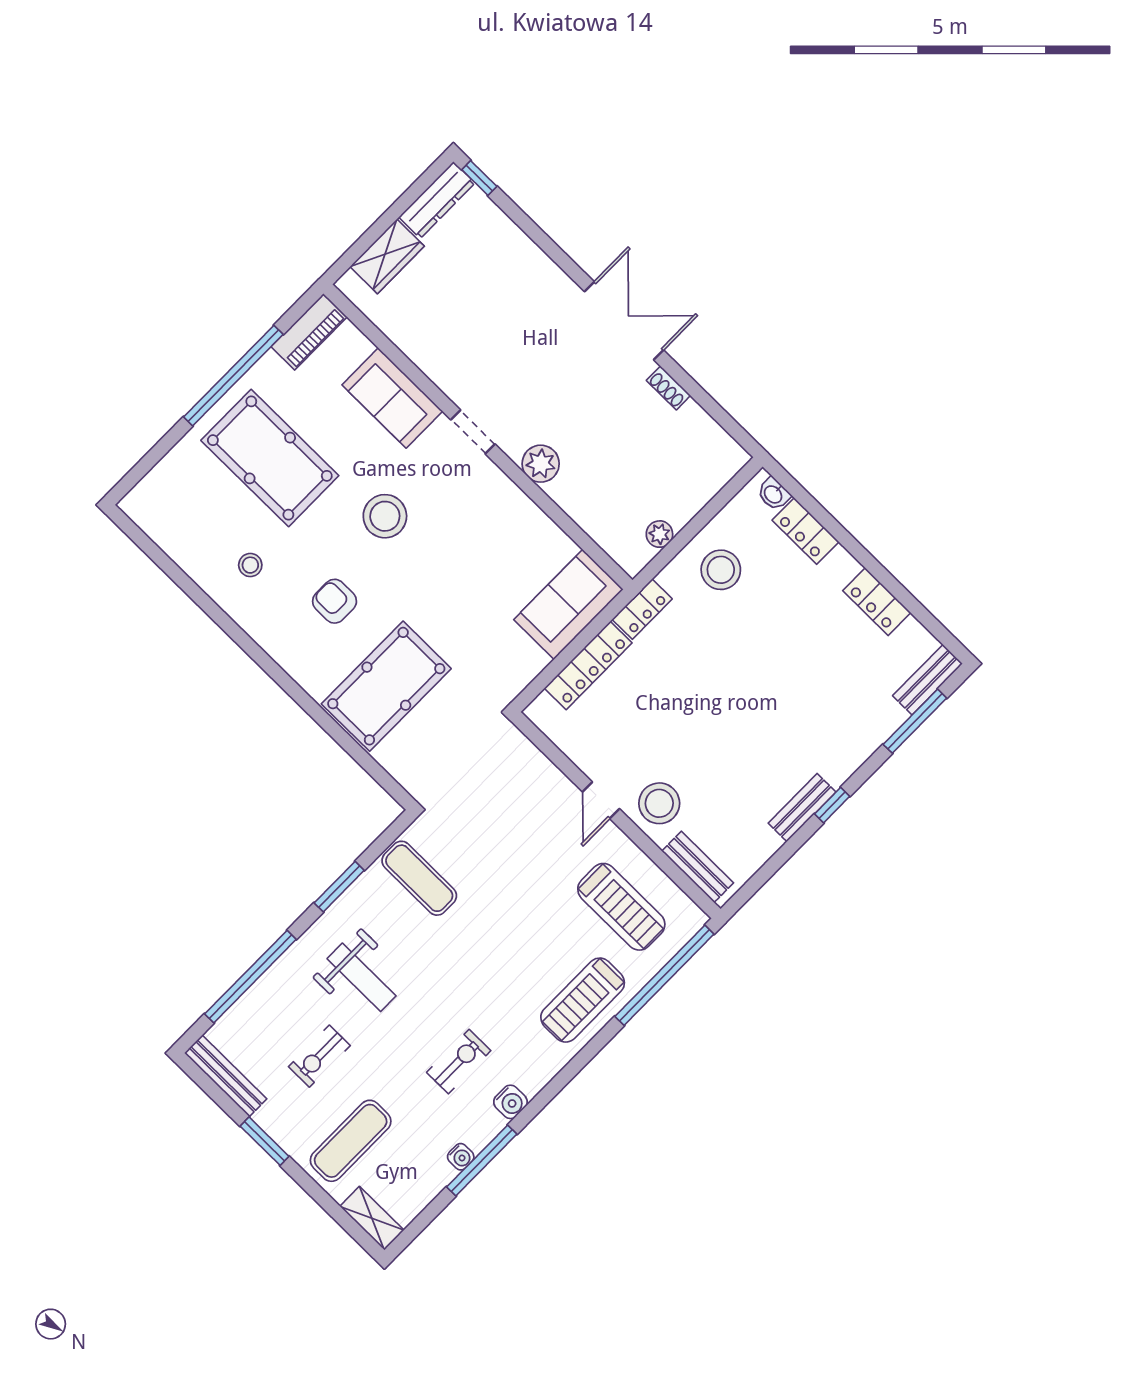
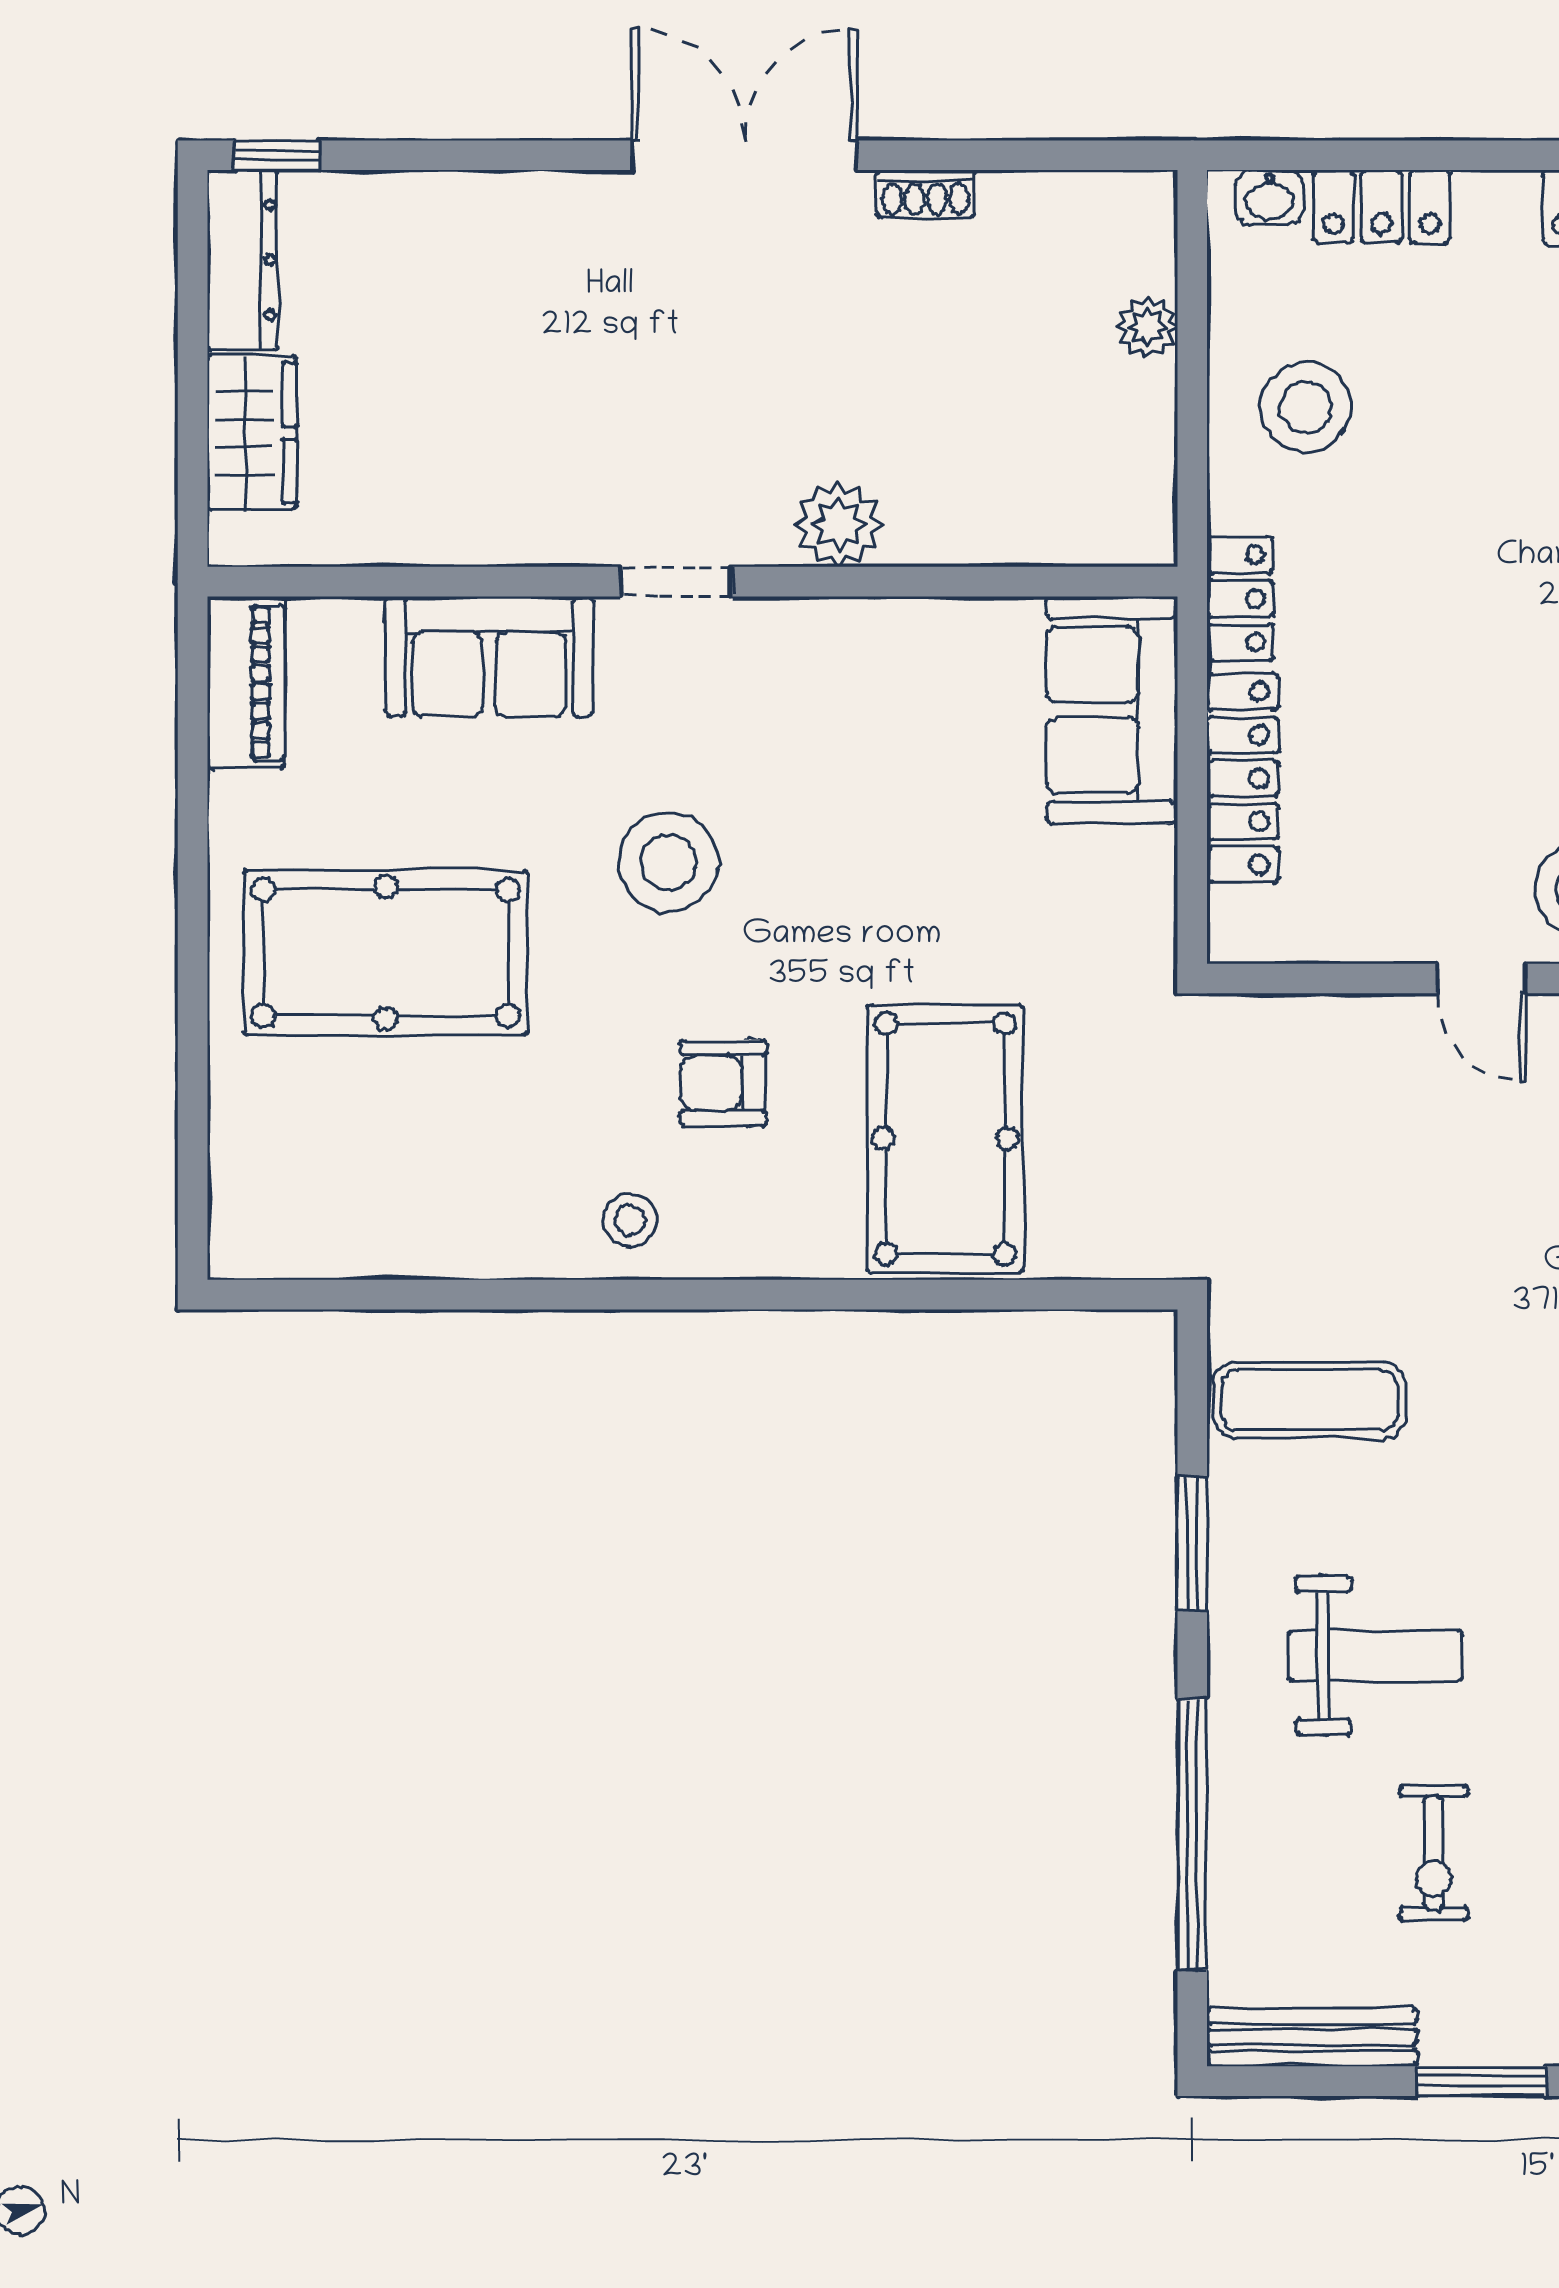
window: (233, 376) -> (193, 877), removed
plant: (659, 534) -> (1147, 327), moved
stool: (250, 565) -> (630, 1220), moved

